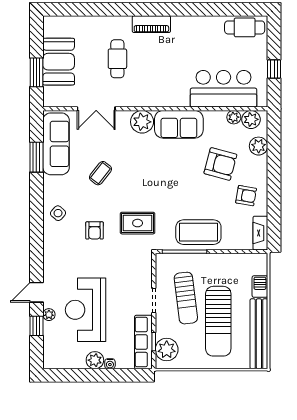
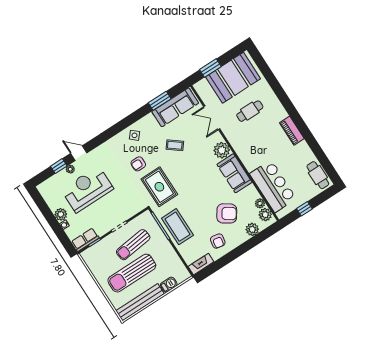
piano: (151, 24) -> (292, 131), moved
booth: (59, 62) -> (233, 78), width x1.36, depth x1.42
armchair: (220, 164) -> (227, 213), turned -71
rug: (138, 223) -> (159, 187), width x1.36, depth x1.43
row of seats: (143, 342) -> (85, 240), width x0.68
plant: (167, 350) -> (95, 253), removed

